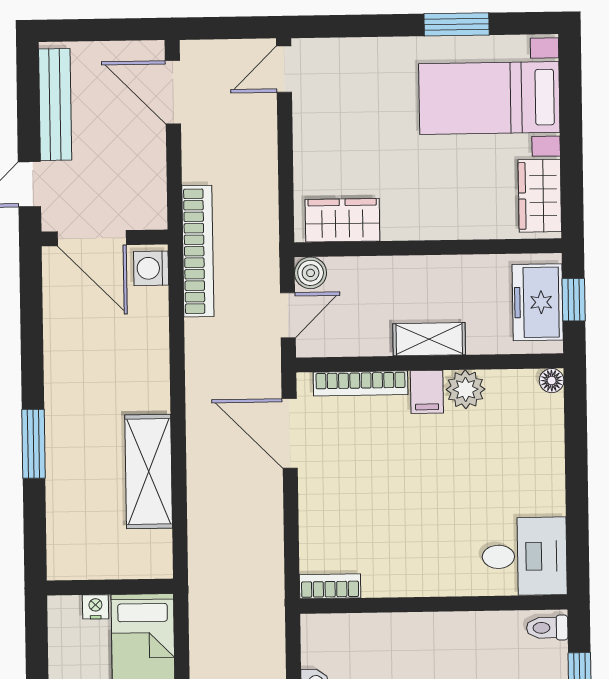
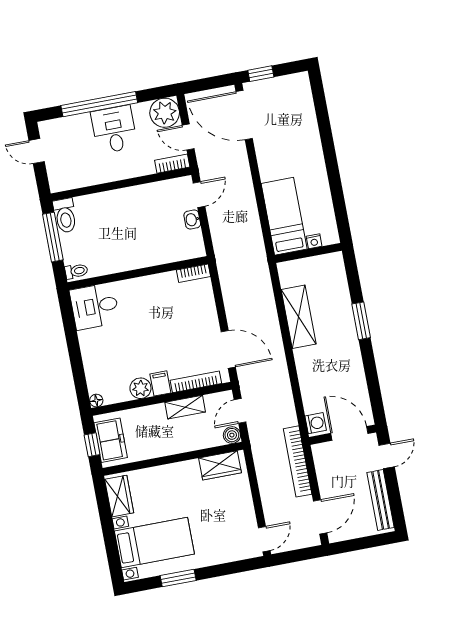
door: (173, 92) -> (320, 517), hinge flipped
bookcase: (198, 251) -> (298, 461), moved
shelving: (429, 339) -> (185, 407), moved

